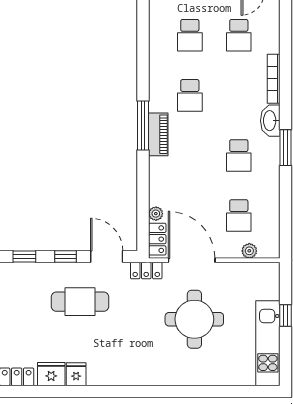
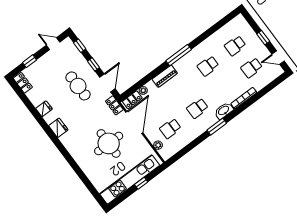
piano: (158, 134) -> (165, 76), moved
kitchen unit: (268, 343) -> (130, 179), width x1.36
fridge: (51, 374) -> (58, 128), moved

